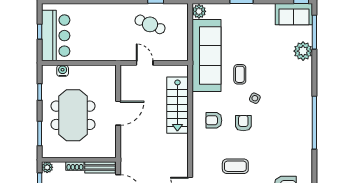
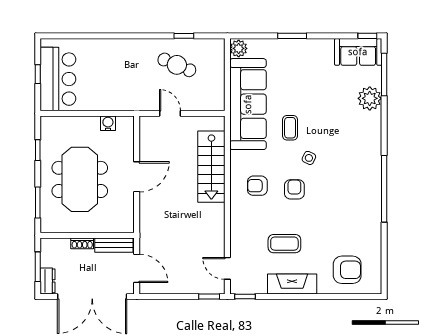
water cooler: (63, 71) -> (108, 123), moved
plant: (47, 167) -> (47, 245), removed

